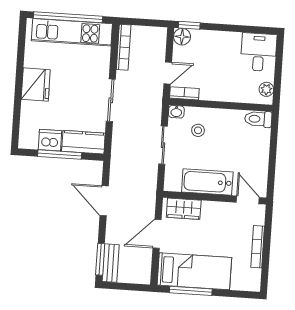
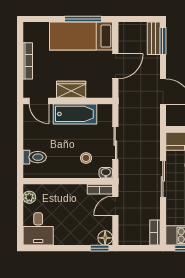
bookcase: (124, 47) -> (155, 233), width x0.64
toilet: (258, 119) -> (35, 157), moved
wardrobe: (184, 209) -> (71, 89), moved

